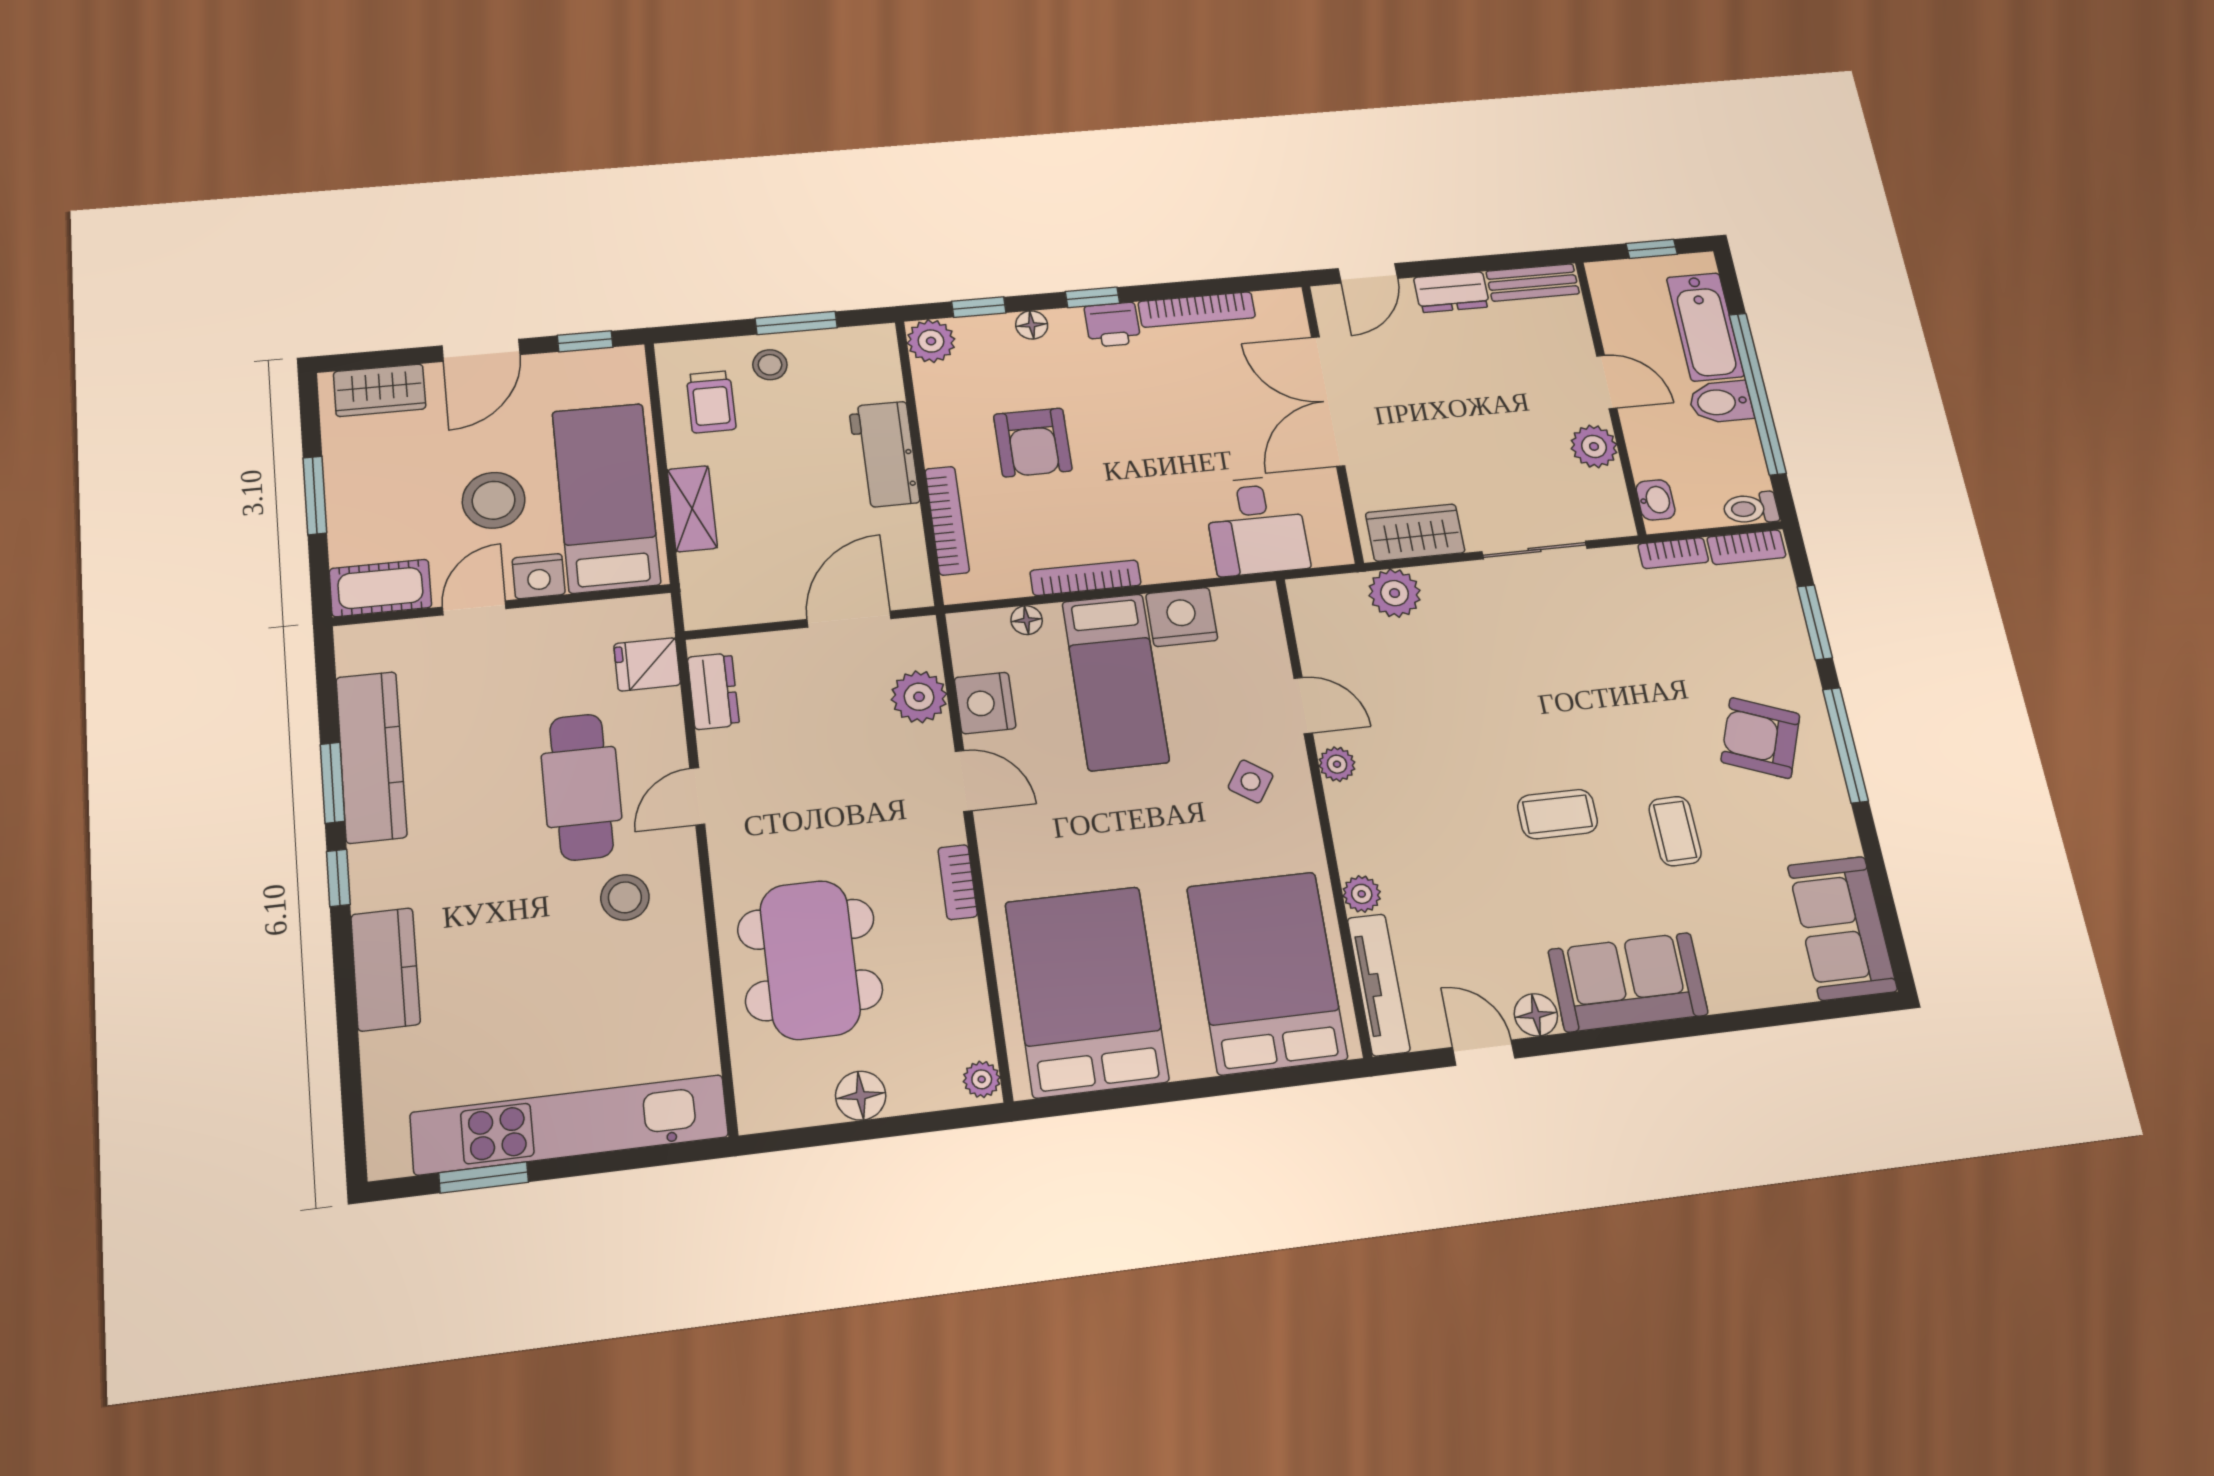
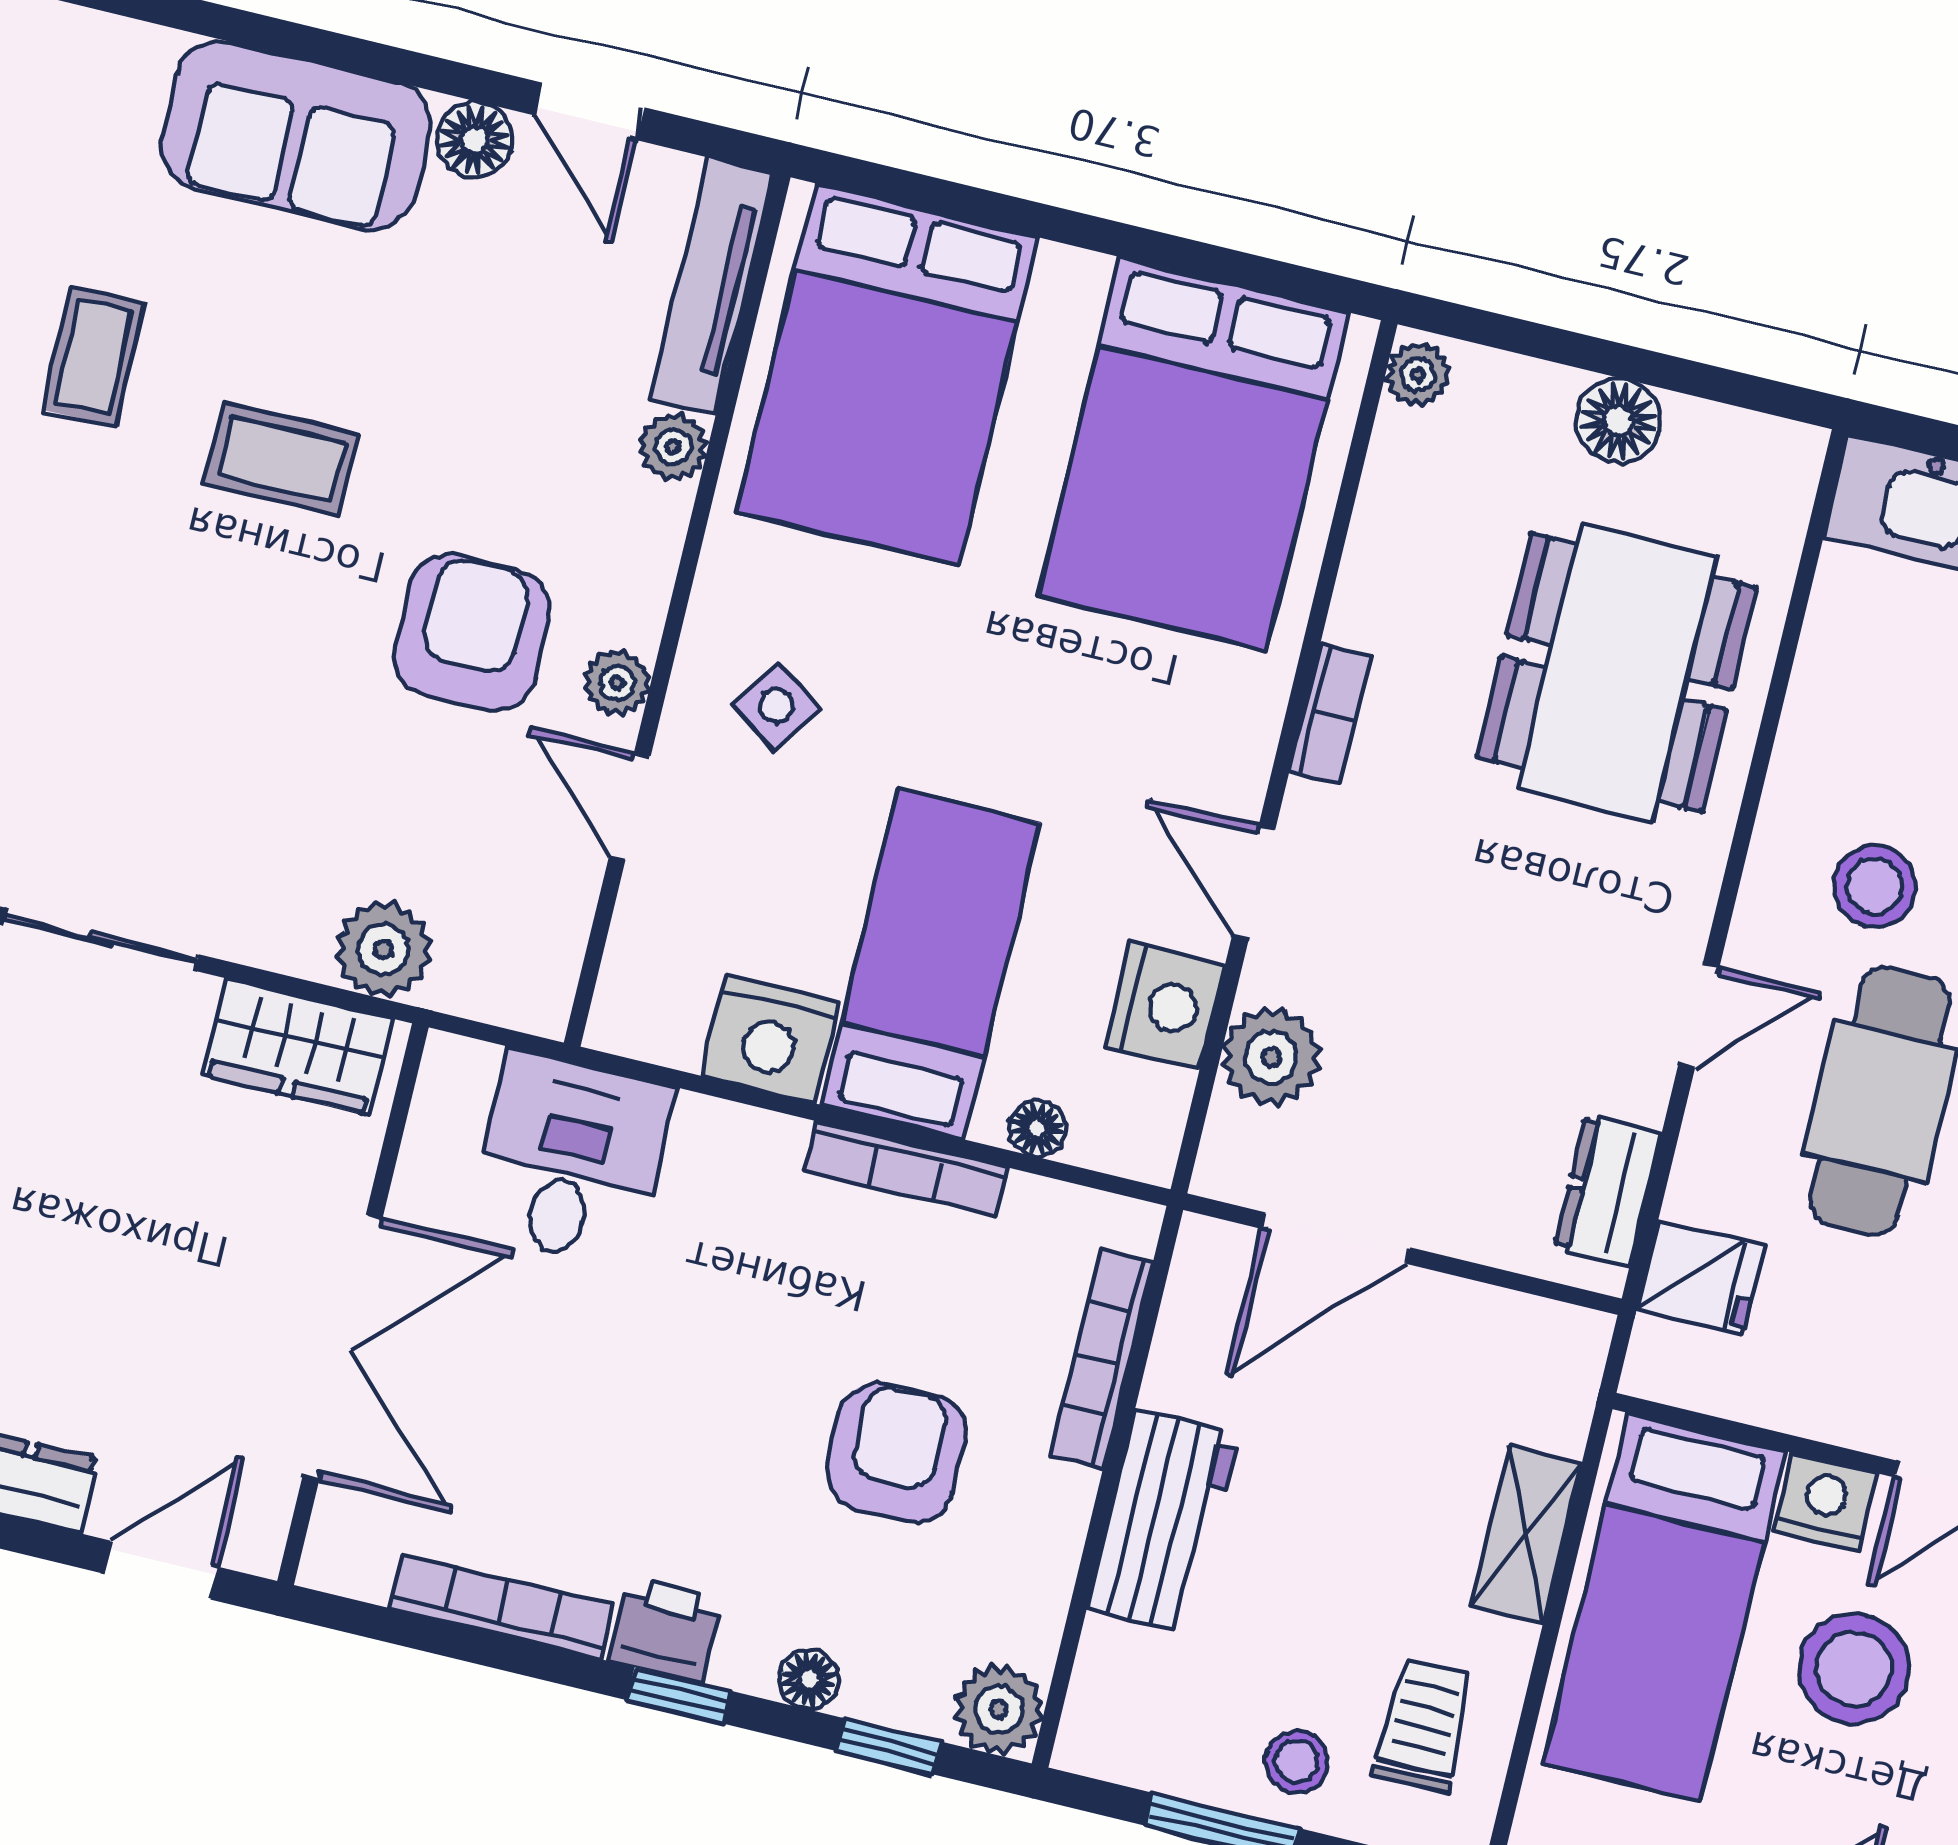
armchair: (1422, 763) -> (472, 633), added

